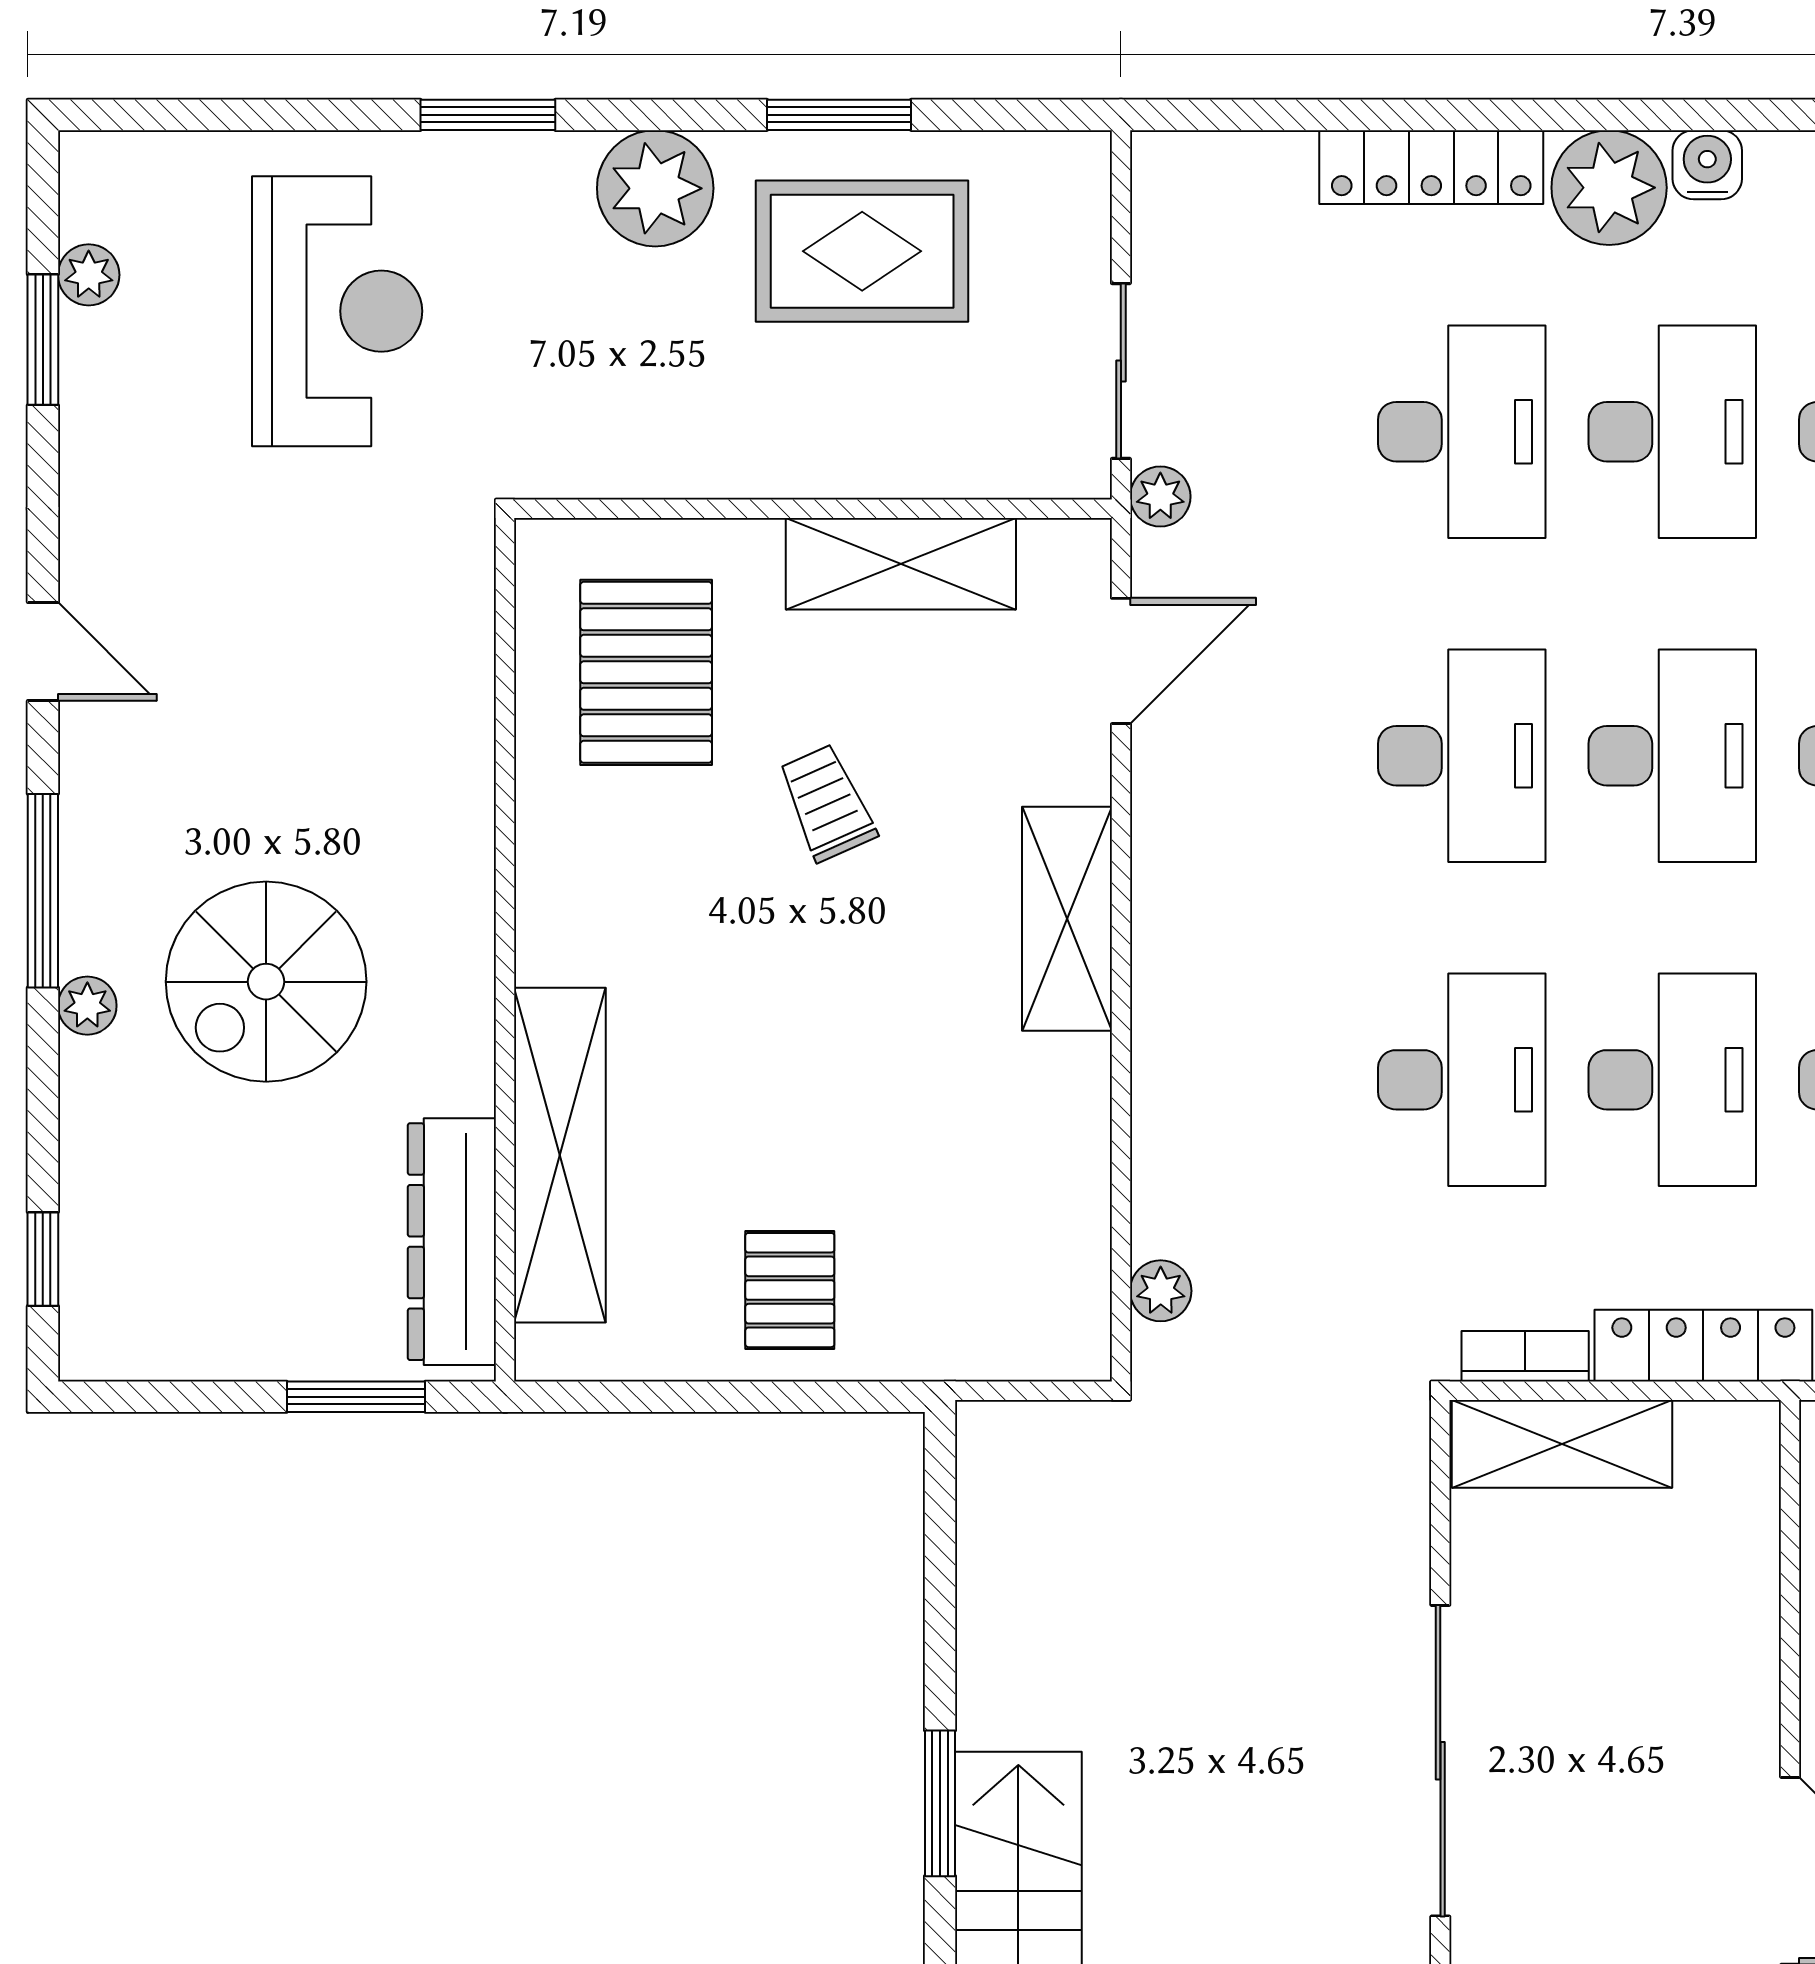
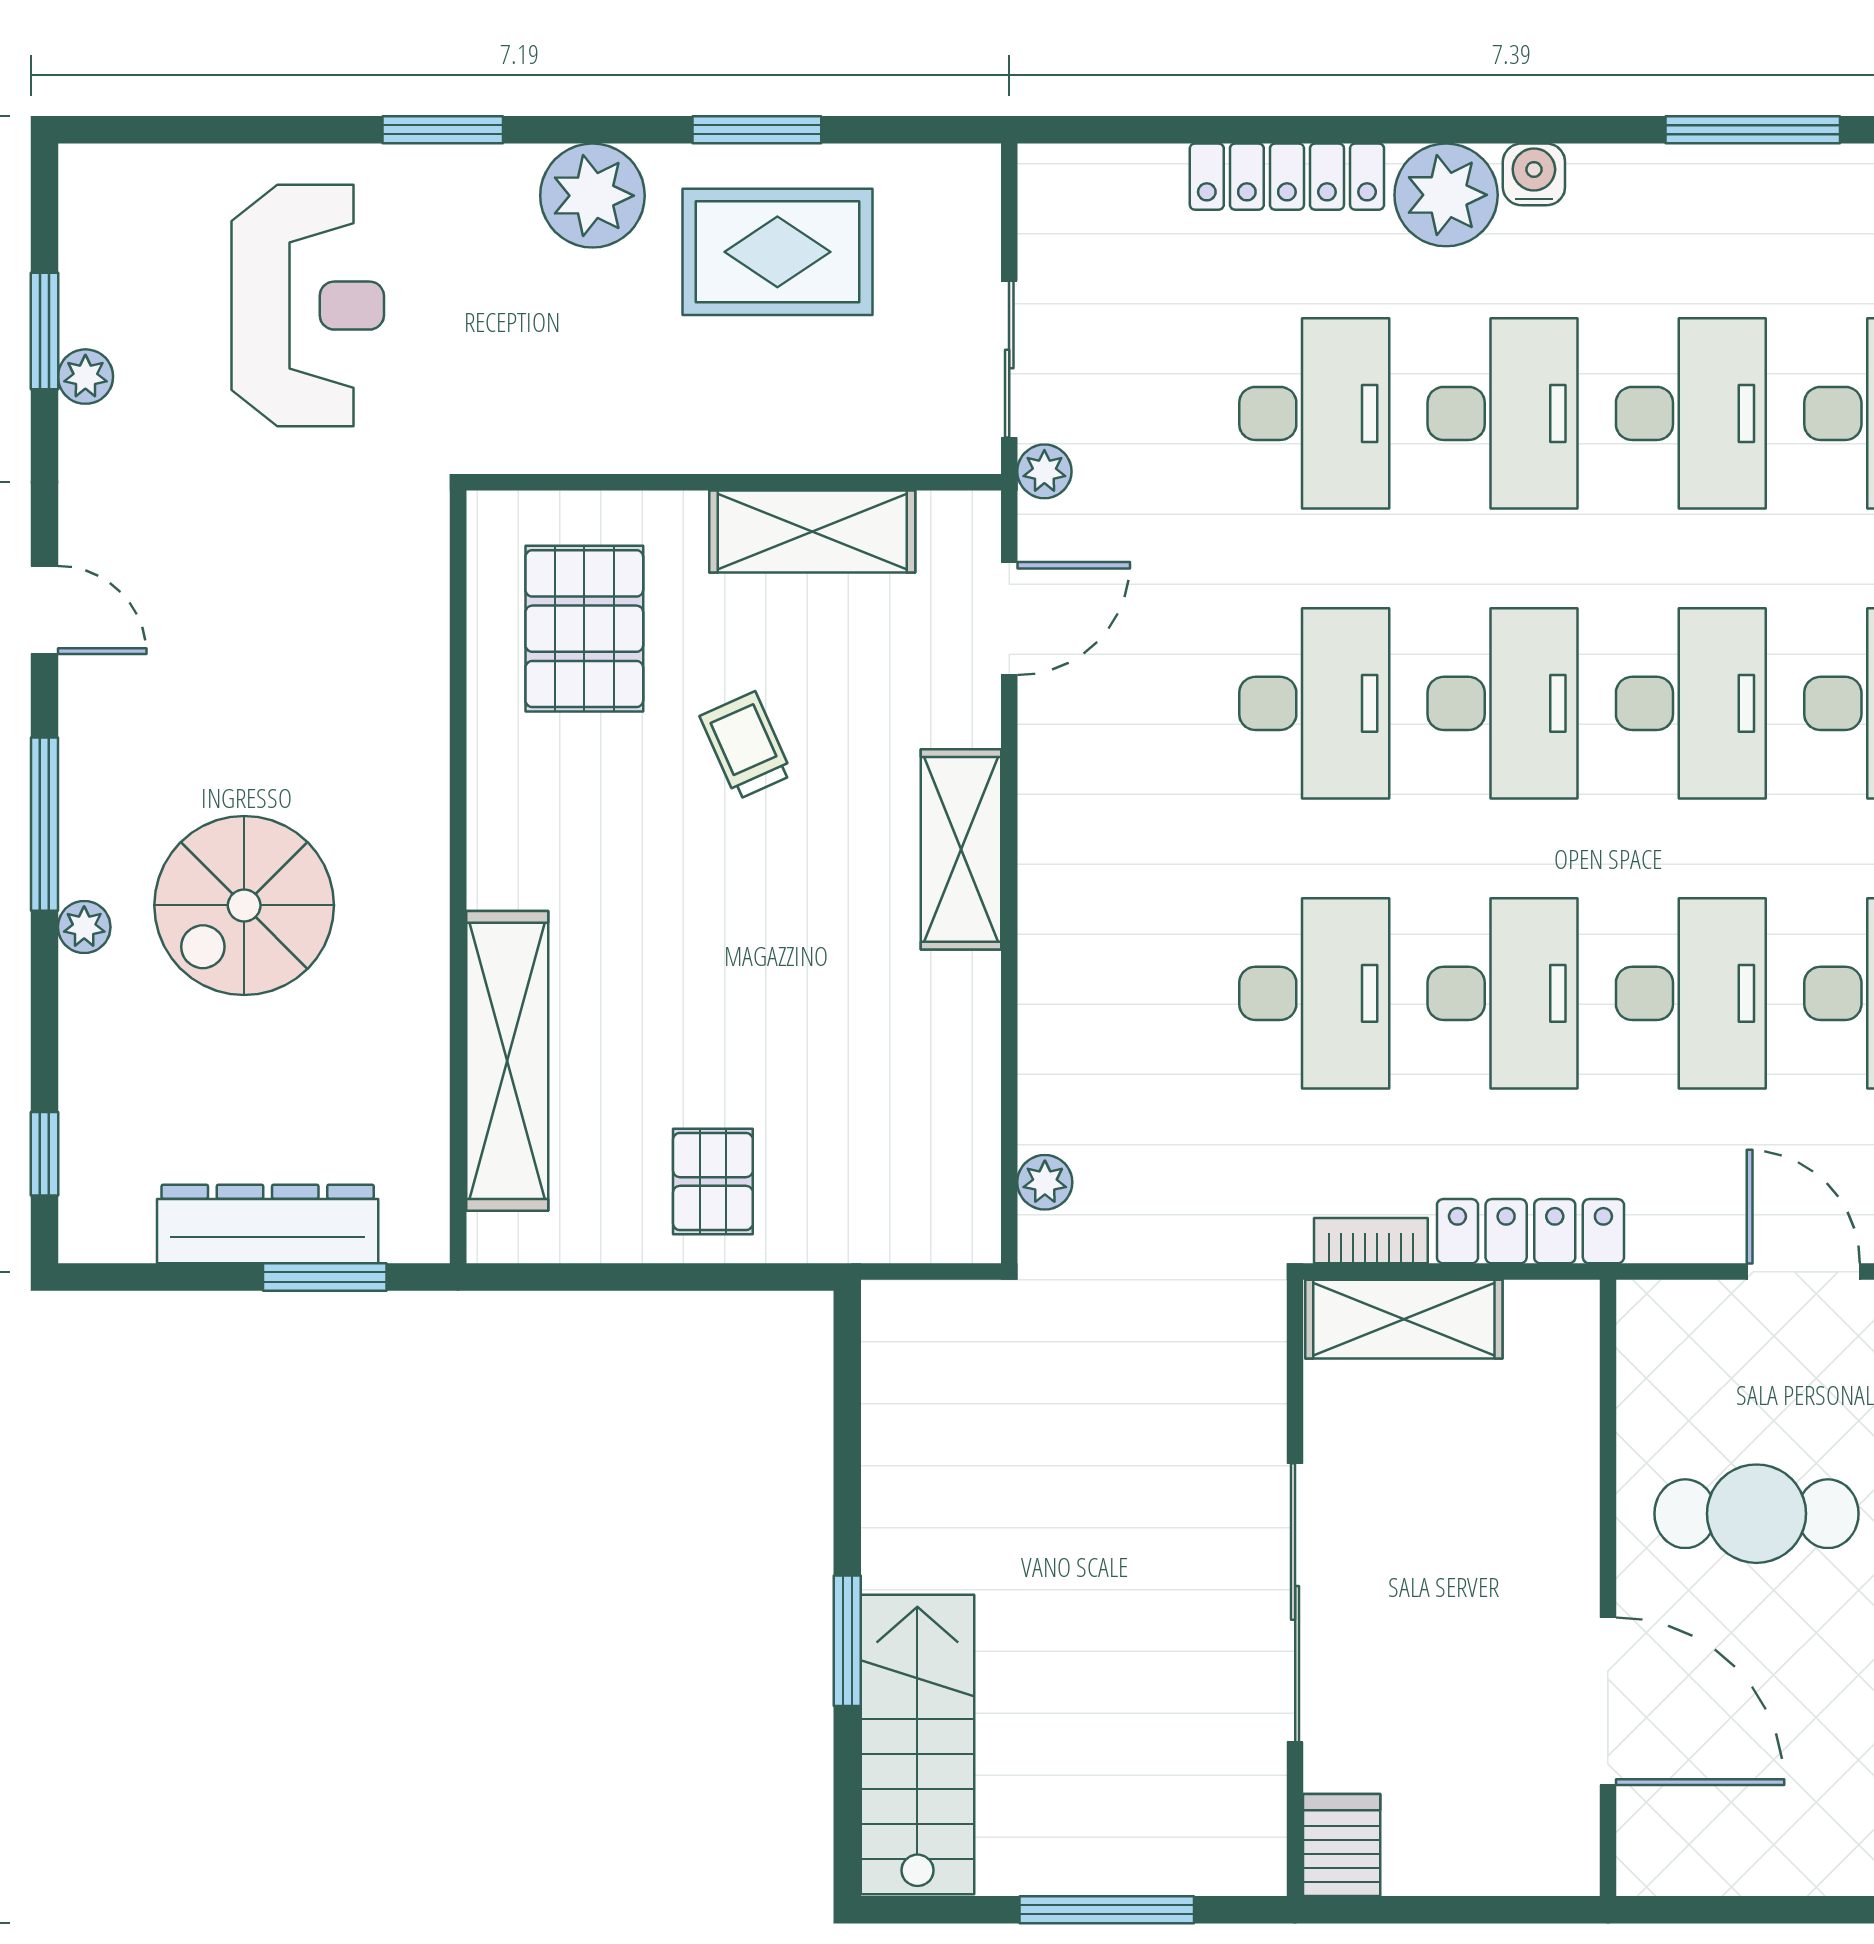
plant: (89, 275) -> (85, 377), moved
dresser: (452, 1242) -> (268, 1224), moved, turned 90

